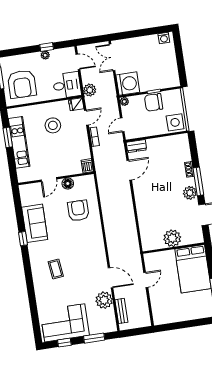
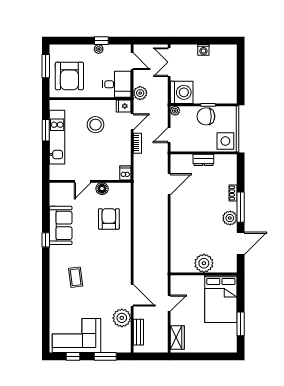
washing machine: (164, 38) -> (203, 50), moved
dresser: (136, 146) -> (203, 160), moved
wardrobe: (158, 311) -> (177, 338), added

